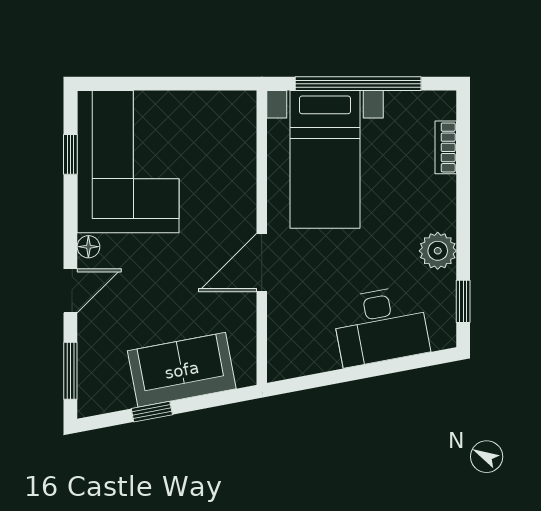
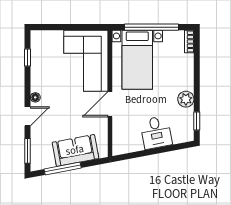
bookcase: (446, 147) -> (189, 41), moved
corner sofa: (128, 162) -> (86, 61), moved, turned 180
desk: (381, 326) -> (156, 133), width x0.73
window: (152, 412) -> (63, 168), width x2.17

